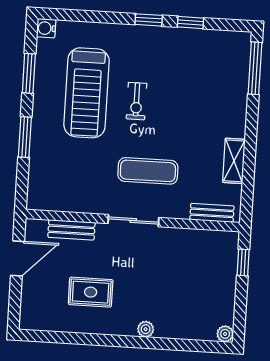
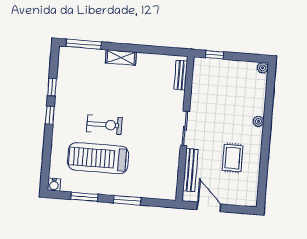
treadmill: (87, 93) -> (98, 158), turned 180
exercise bike: (136, 101) -> (104, 125), width x1.38, depth x1.39
shelving: (234, 161) -> (121, 58), moved
exercise mat: (148, 171) -> (152, 118), removed
bench: (71, 230) -> (190, 170), width x1.36

